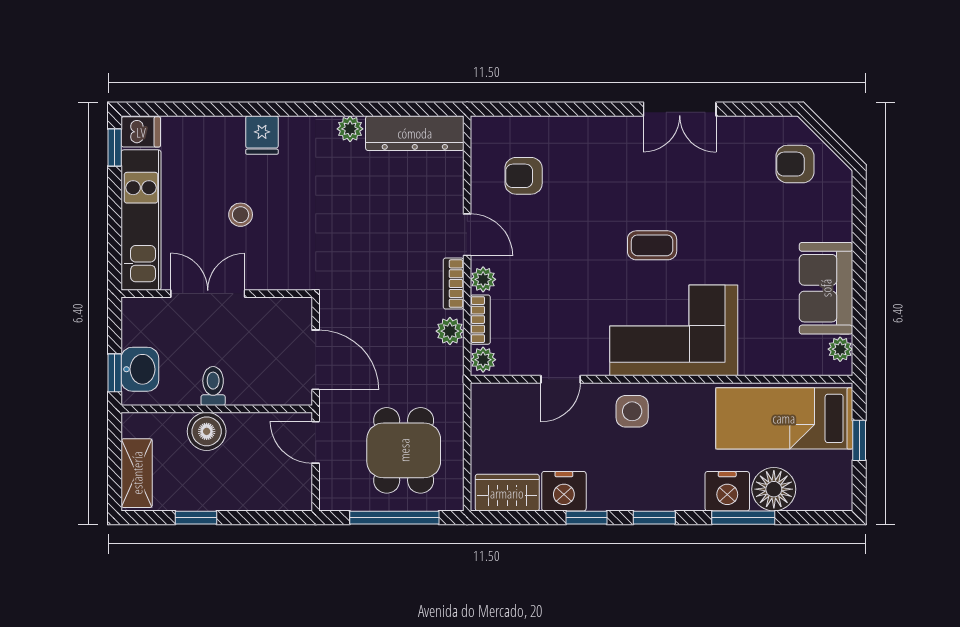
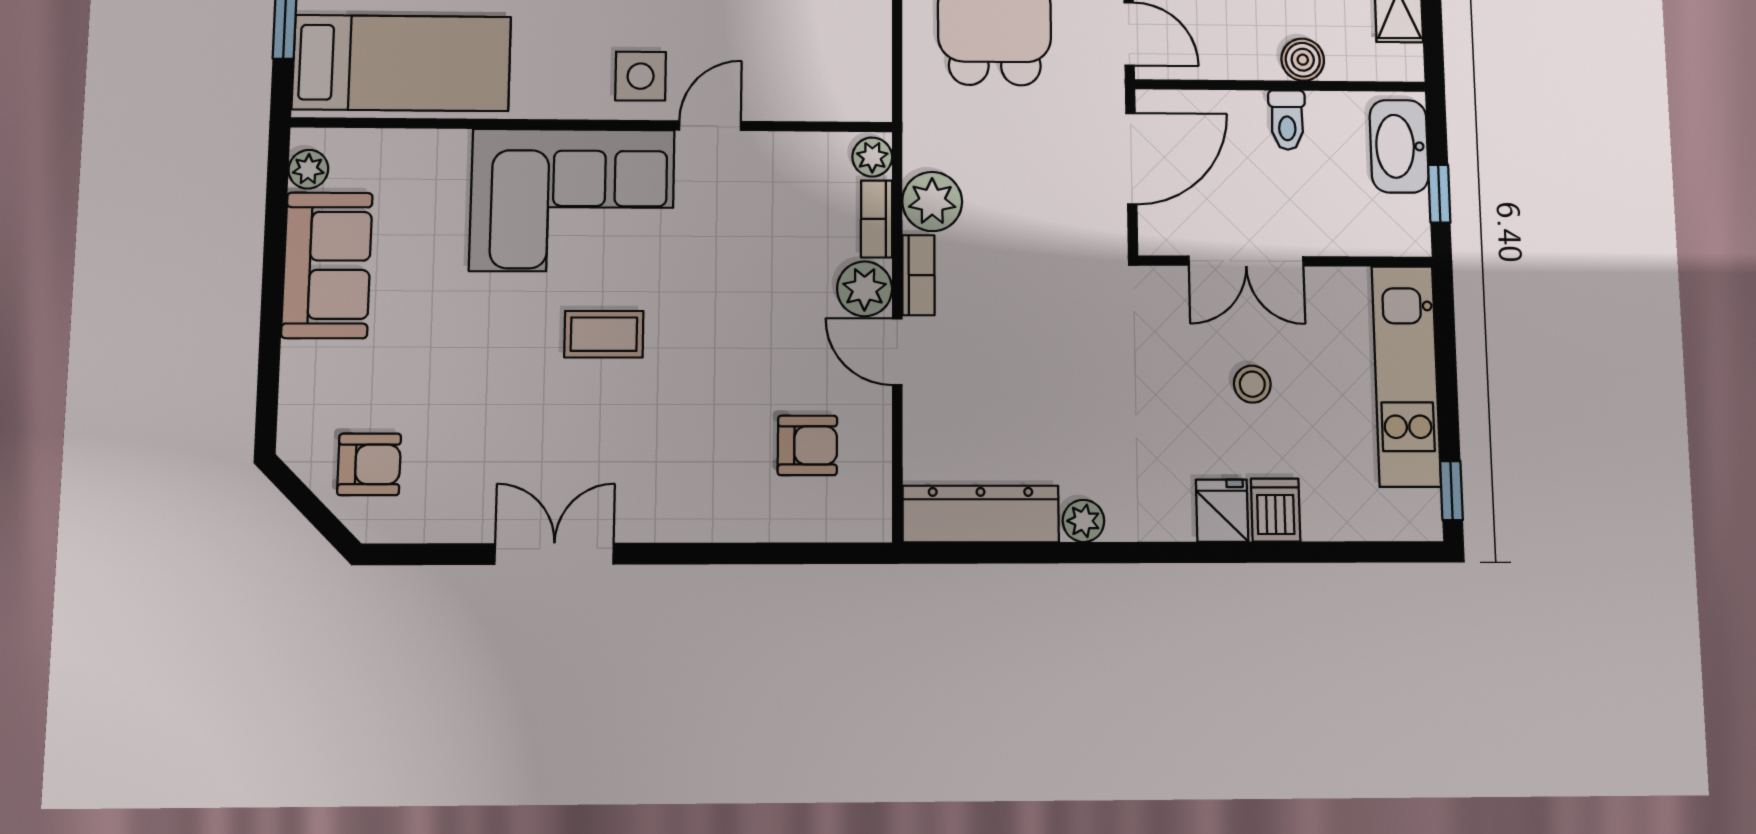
dishwasher: (141, 132) -> (1276, 510), moved, turned 90
plant: (483, 279) -> (865, 289), width x1.38, depth x1.38
double door: (208, 294) -> (1246, 261), moved
plant: (450, 331) -> (932, 202), width x1.38, depth x1.38
door: (316, 360) -> (1131, 159), swing flipped
washbasin: (140, 369) -> (1399, 146), width x1.38
window: (115, 373) -> (1439, 194), moved
door: (561, 379) -> (710, 126), moved
boiler: (207, 431) -> (1303, 60), width x0.73, depth x0.73

